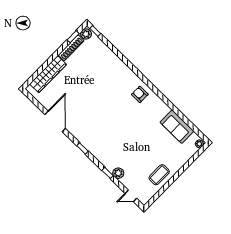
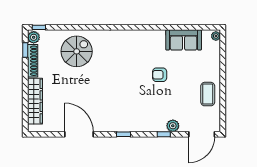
spiral stairs: (104, 69) -> (77, 51), added
armchair: (140, 94) -> (160, 75), moved
door: (131, 196) -> (202, 134), width x1.88

